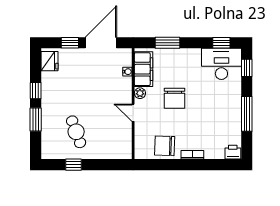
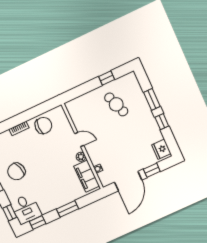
window: (168, 43) -> (68, 209), moved
desk: (221, 64) -> (26, 209), width x0.73
chair: (174, 98) -> (16, 171), moved, turned -106

